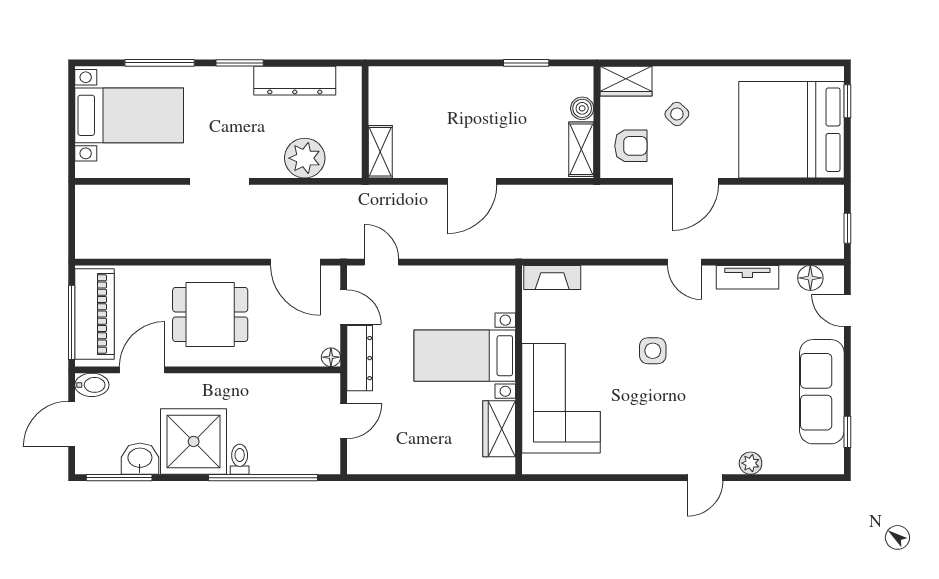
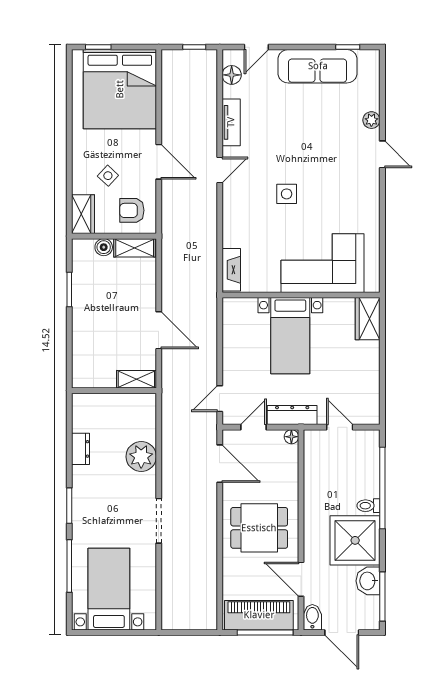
dresser: (295, 81) -> (81, 449), width x0.51, depth x0.80
wall: (365, 122) -> (114, 391), moved
armchair: (631, 146) -> (132, 210), turned -90
shelving: (380, 152) -> (136, 379), moved
door: (295, 262) -> (220, 464), hinge flipped
dining table: (210, 314) -> (259, 528), turned 90
wardrobe: (499, 429) -> (368, 319), moved, turned 90

